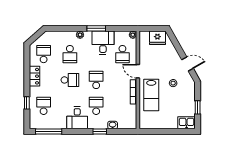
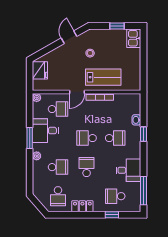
school desk: (44, 54) -> (58, 196), turned -90
school desk: (96, 106) -> (115, 138), turned 180
desk: (77, 118) -> (128, 170), moved

